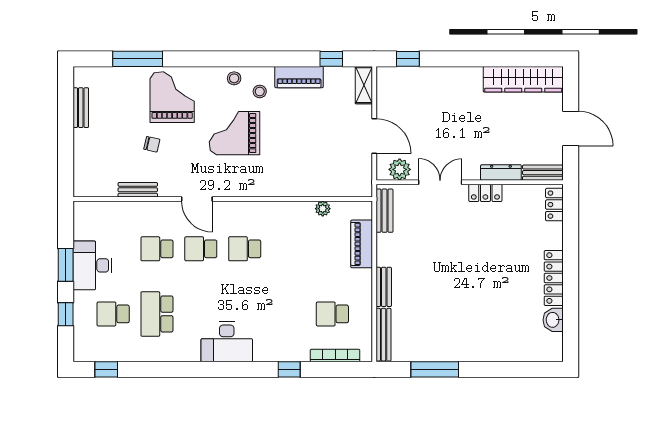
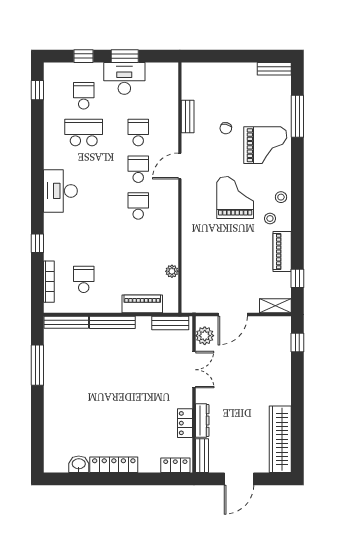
bench: (81, 108) -> (274, 69), moved
locker: (485, 193) -> (185, 423), moved
bench: (384, 287) -> (112, 322), width x1.36

